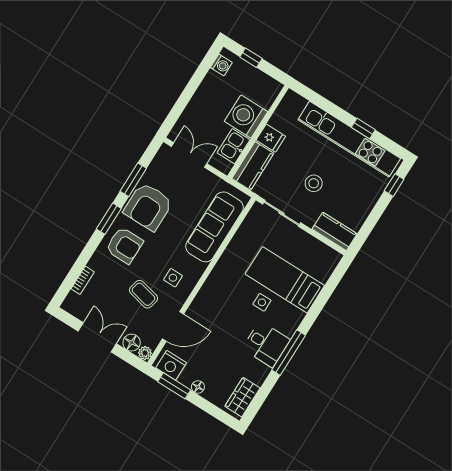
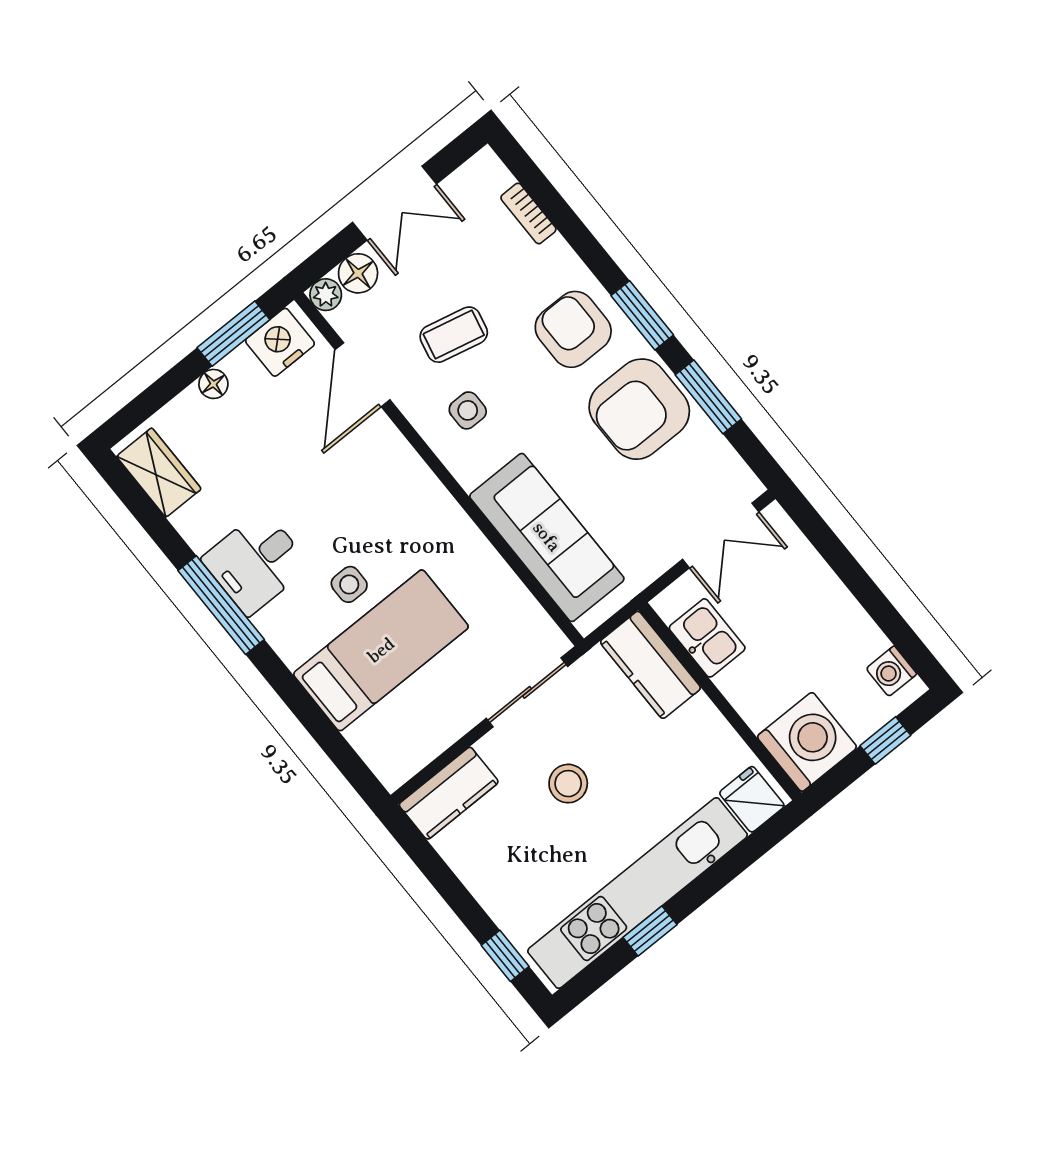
washing machine: (246, 116) -> (807, 742), moved
fridge: (271, 138) -> (752, 799), moved, turned 90
armchair: (148, 207) -> (639, 409), turned -90
armchair: (124, 245) -> (573, 329), turned 90

